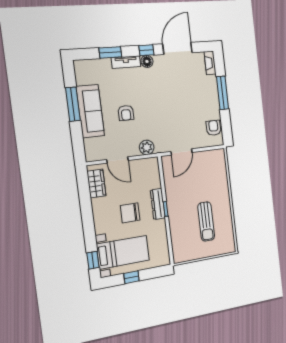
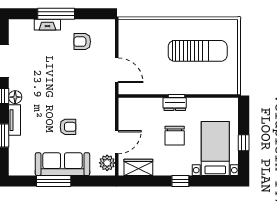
fireplace: (210, 63) -> (47, 25), moved
armchair: (214, 128) -> (82, 42), moved
plant: (147, 147) -> (107, 163), moved
dresser: (158, 204) -> (175, 104), width x0.70
sun lounger: (206, 221) -> (198, 51), width x1.36, depth x1.34
window: (93, 260) -> (180, 181), moved

